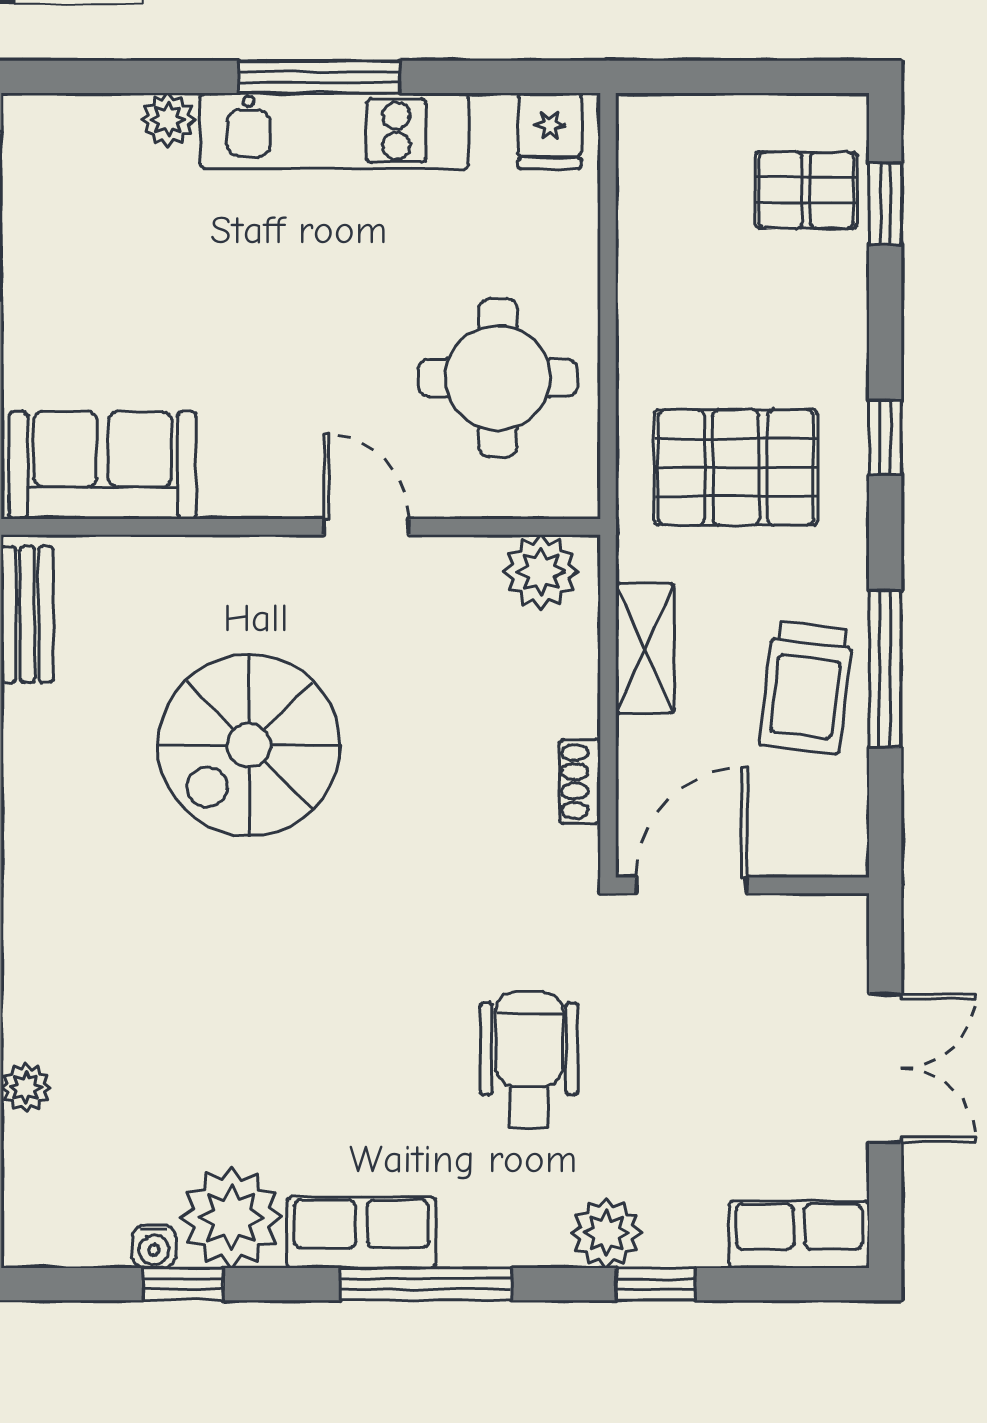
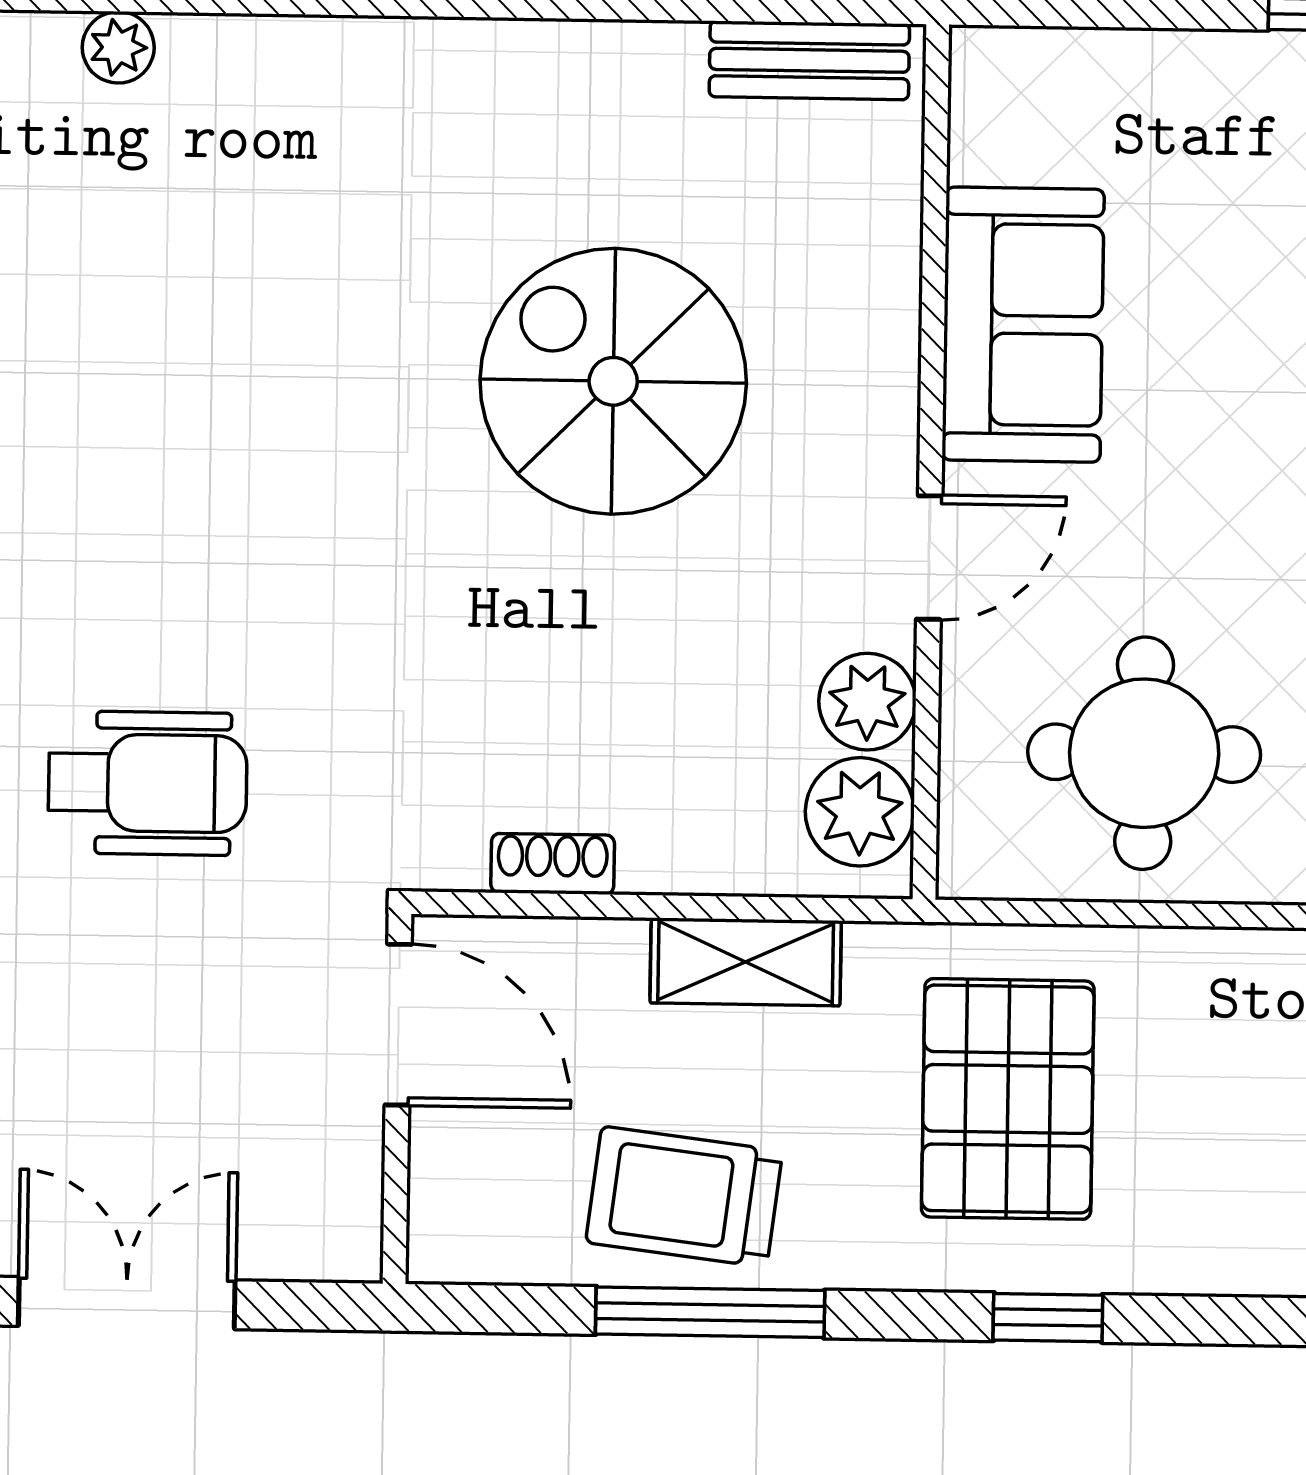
sofa: (102, 465) -> (1023, 325), moved
plant: (466, 568) -> (867, 702), added
double door: (885, 1068) -> (127, 1303), swing flipped

